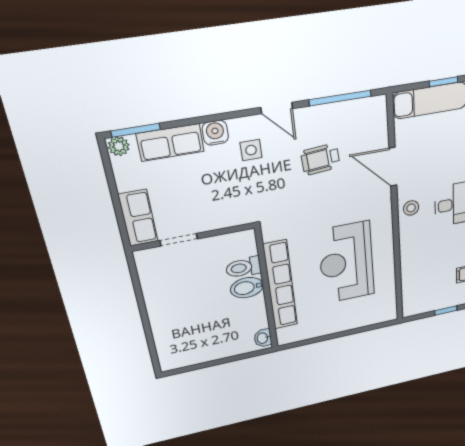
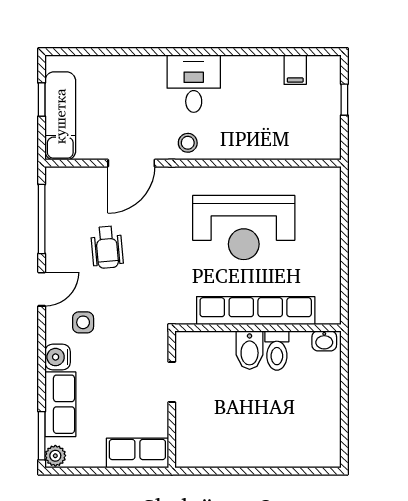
doorway: (179, 240) -> (172, 382), moved
toilet: (243, 267) -> (277, 351), moved

